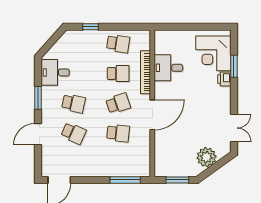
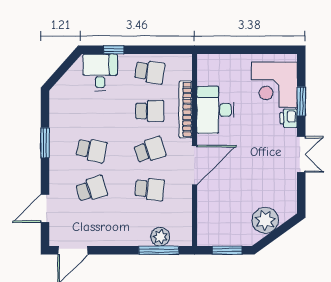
desk: (168, 68) -> (215, 110), width x1.37
desk: (55, 72) -> (100, 72), moved, turned 90
double door: (234, 128) -> (301, 154), moved
school desk: (74, 133) -> (91, 189), turned -42
door: (38, 134) -> (45, 208), moved
plant: (126, 170) -> (160, 237), added

